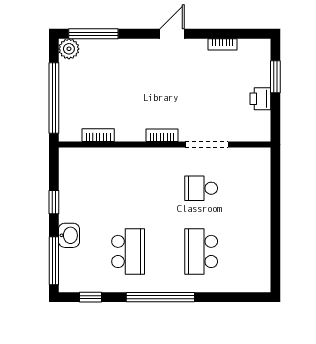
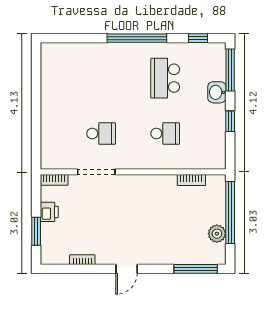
plant: (69, 49) -> (217, 234), moved
bookcase: (162, 135) -> (54, 180), moved
school desk: (201, 251) -> (165, 134), moved, width x0.54

